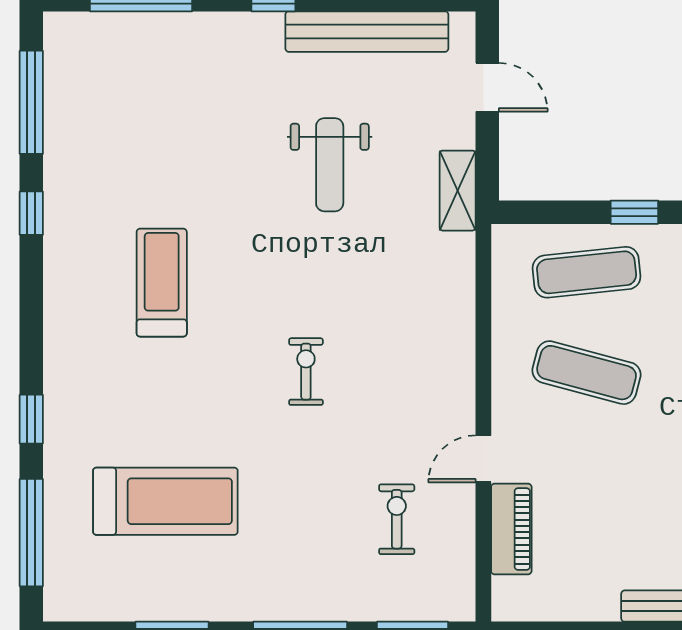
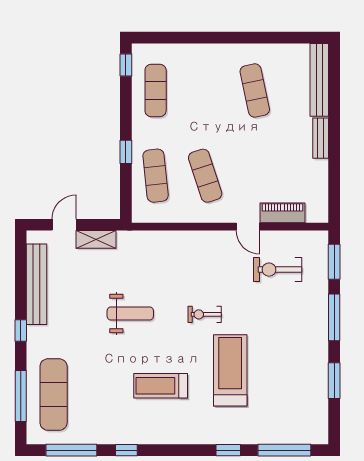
exercise mat: (144, 66) -> (54, 395), added
weight bench: (330, 165) -> (130, 313), moved
shelving: (458, 191) -> (96, 239), moved
exercise mat: (587, 373) -> (205, 176), turned -33
treadmill: (165, 501) -> (230, 370), moved
exercise bike: (397, 519) -> (278, 270), width x1.38, depth x1.39

